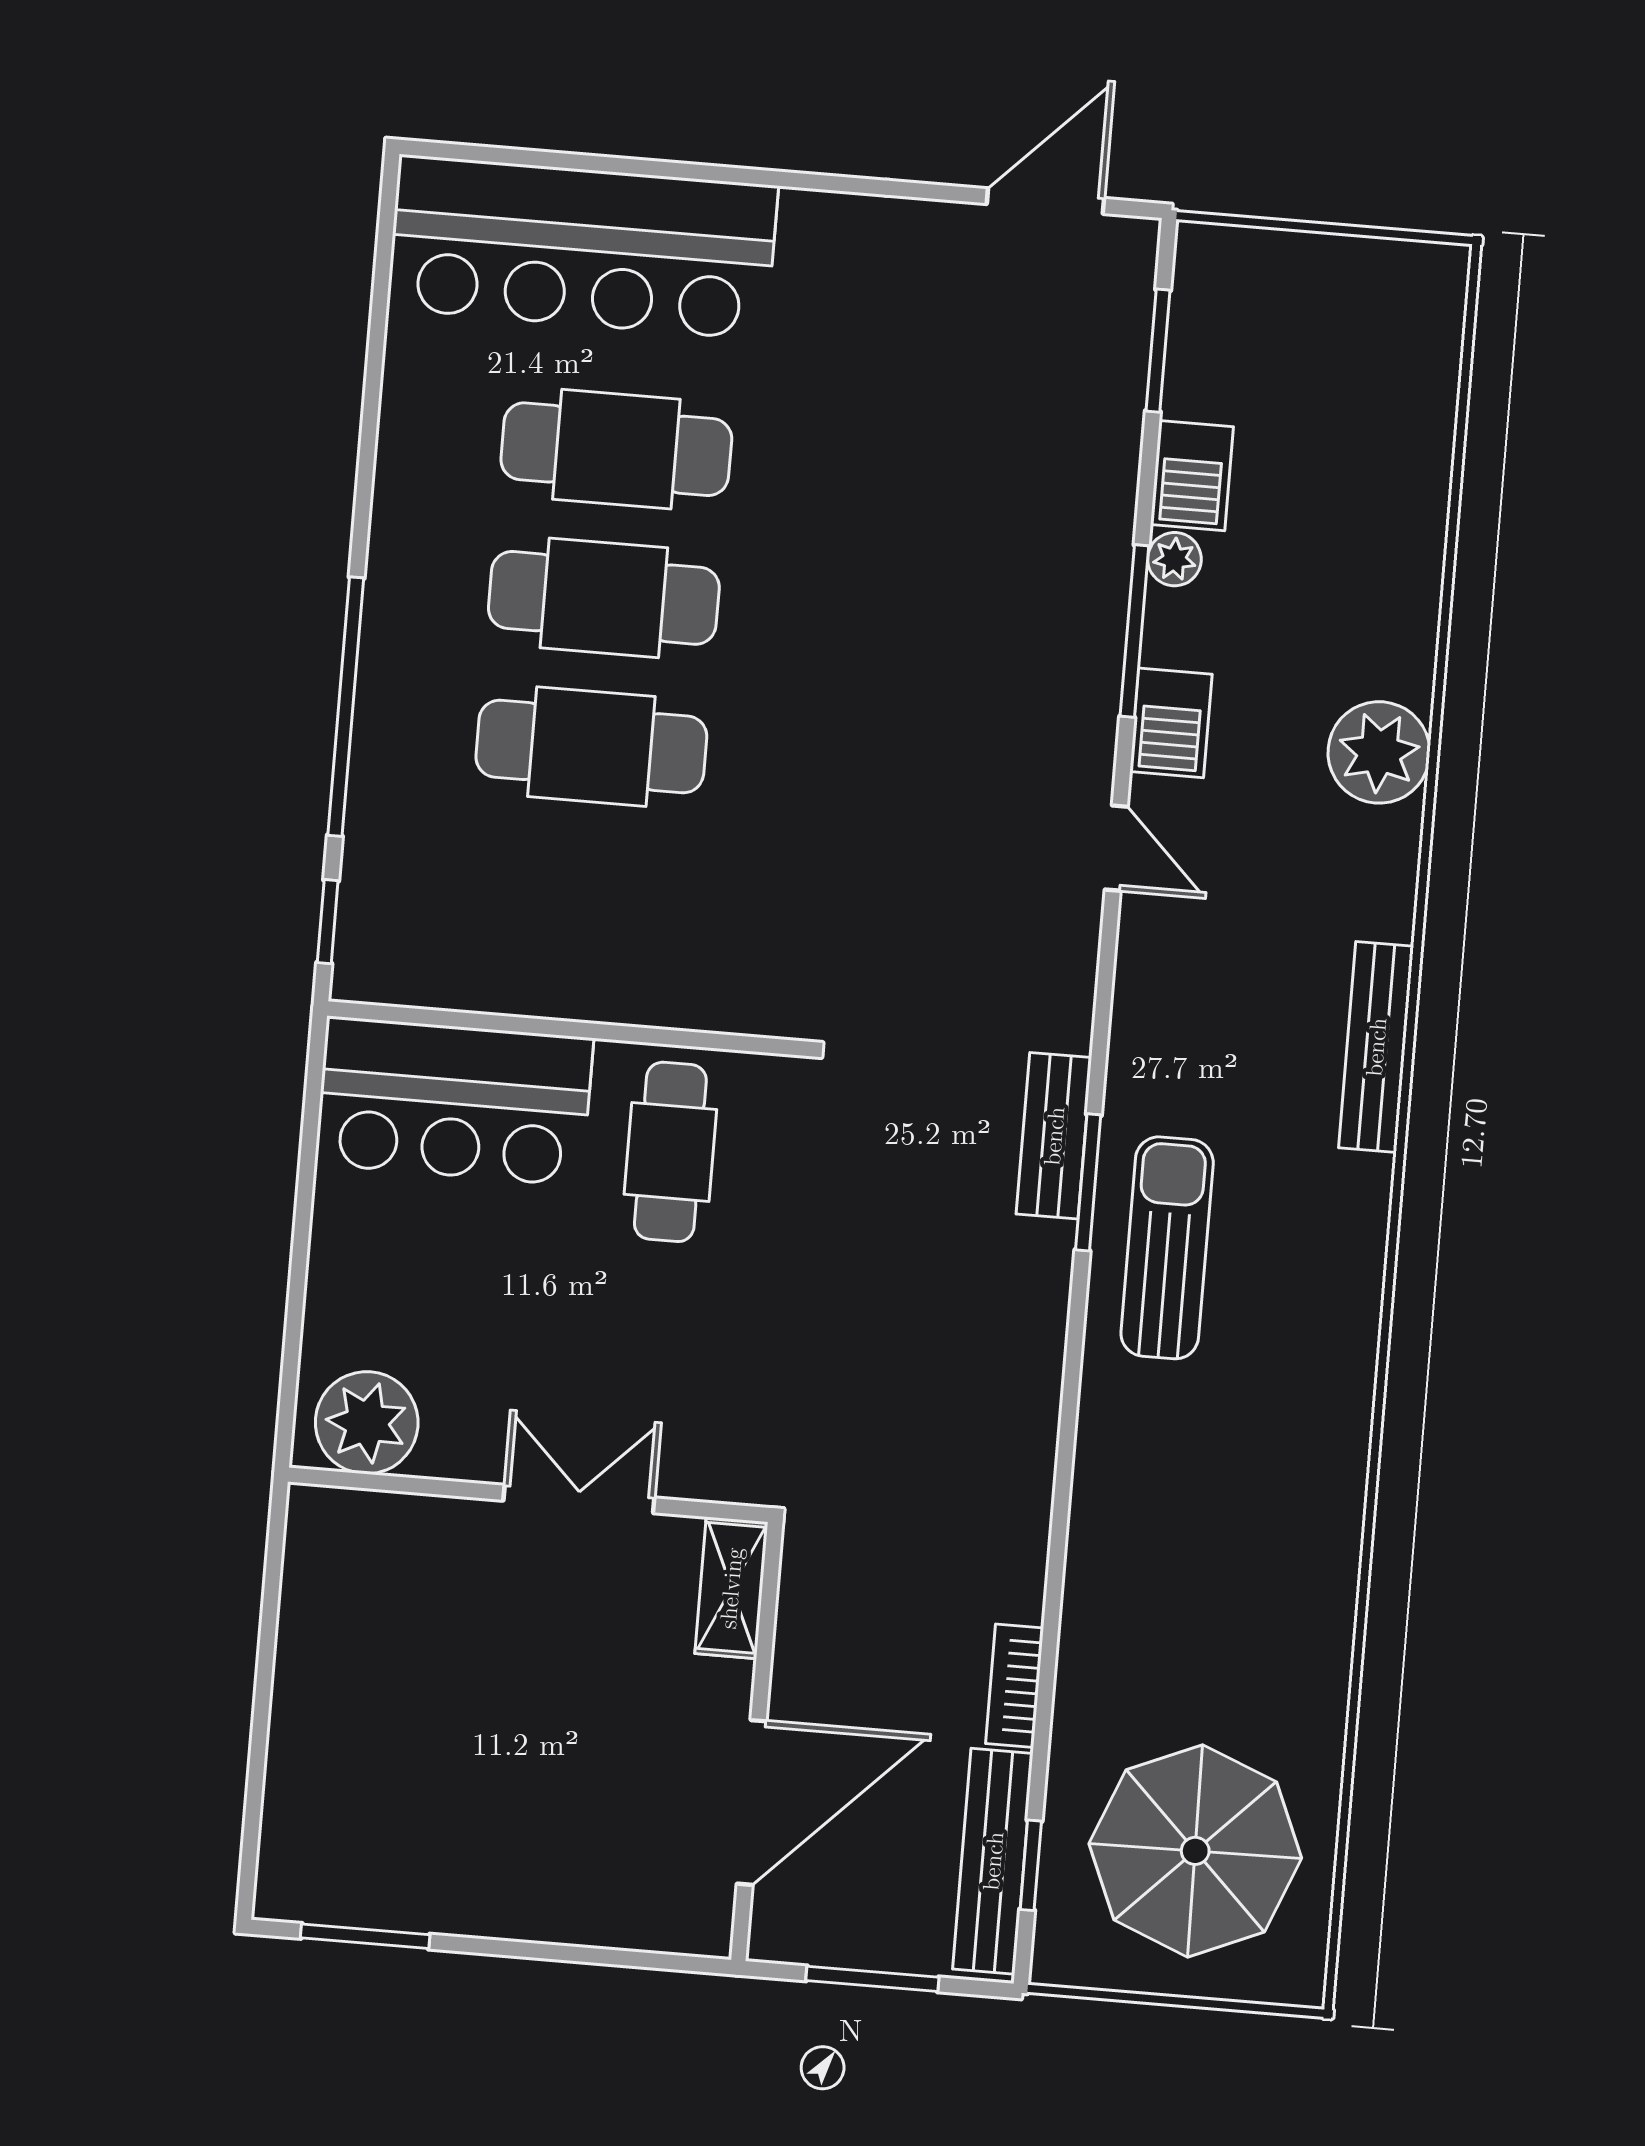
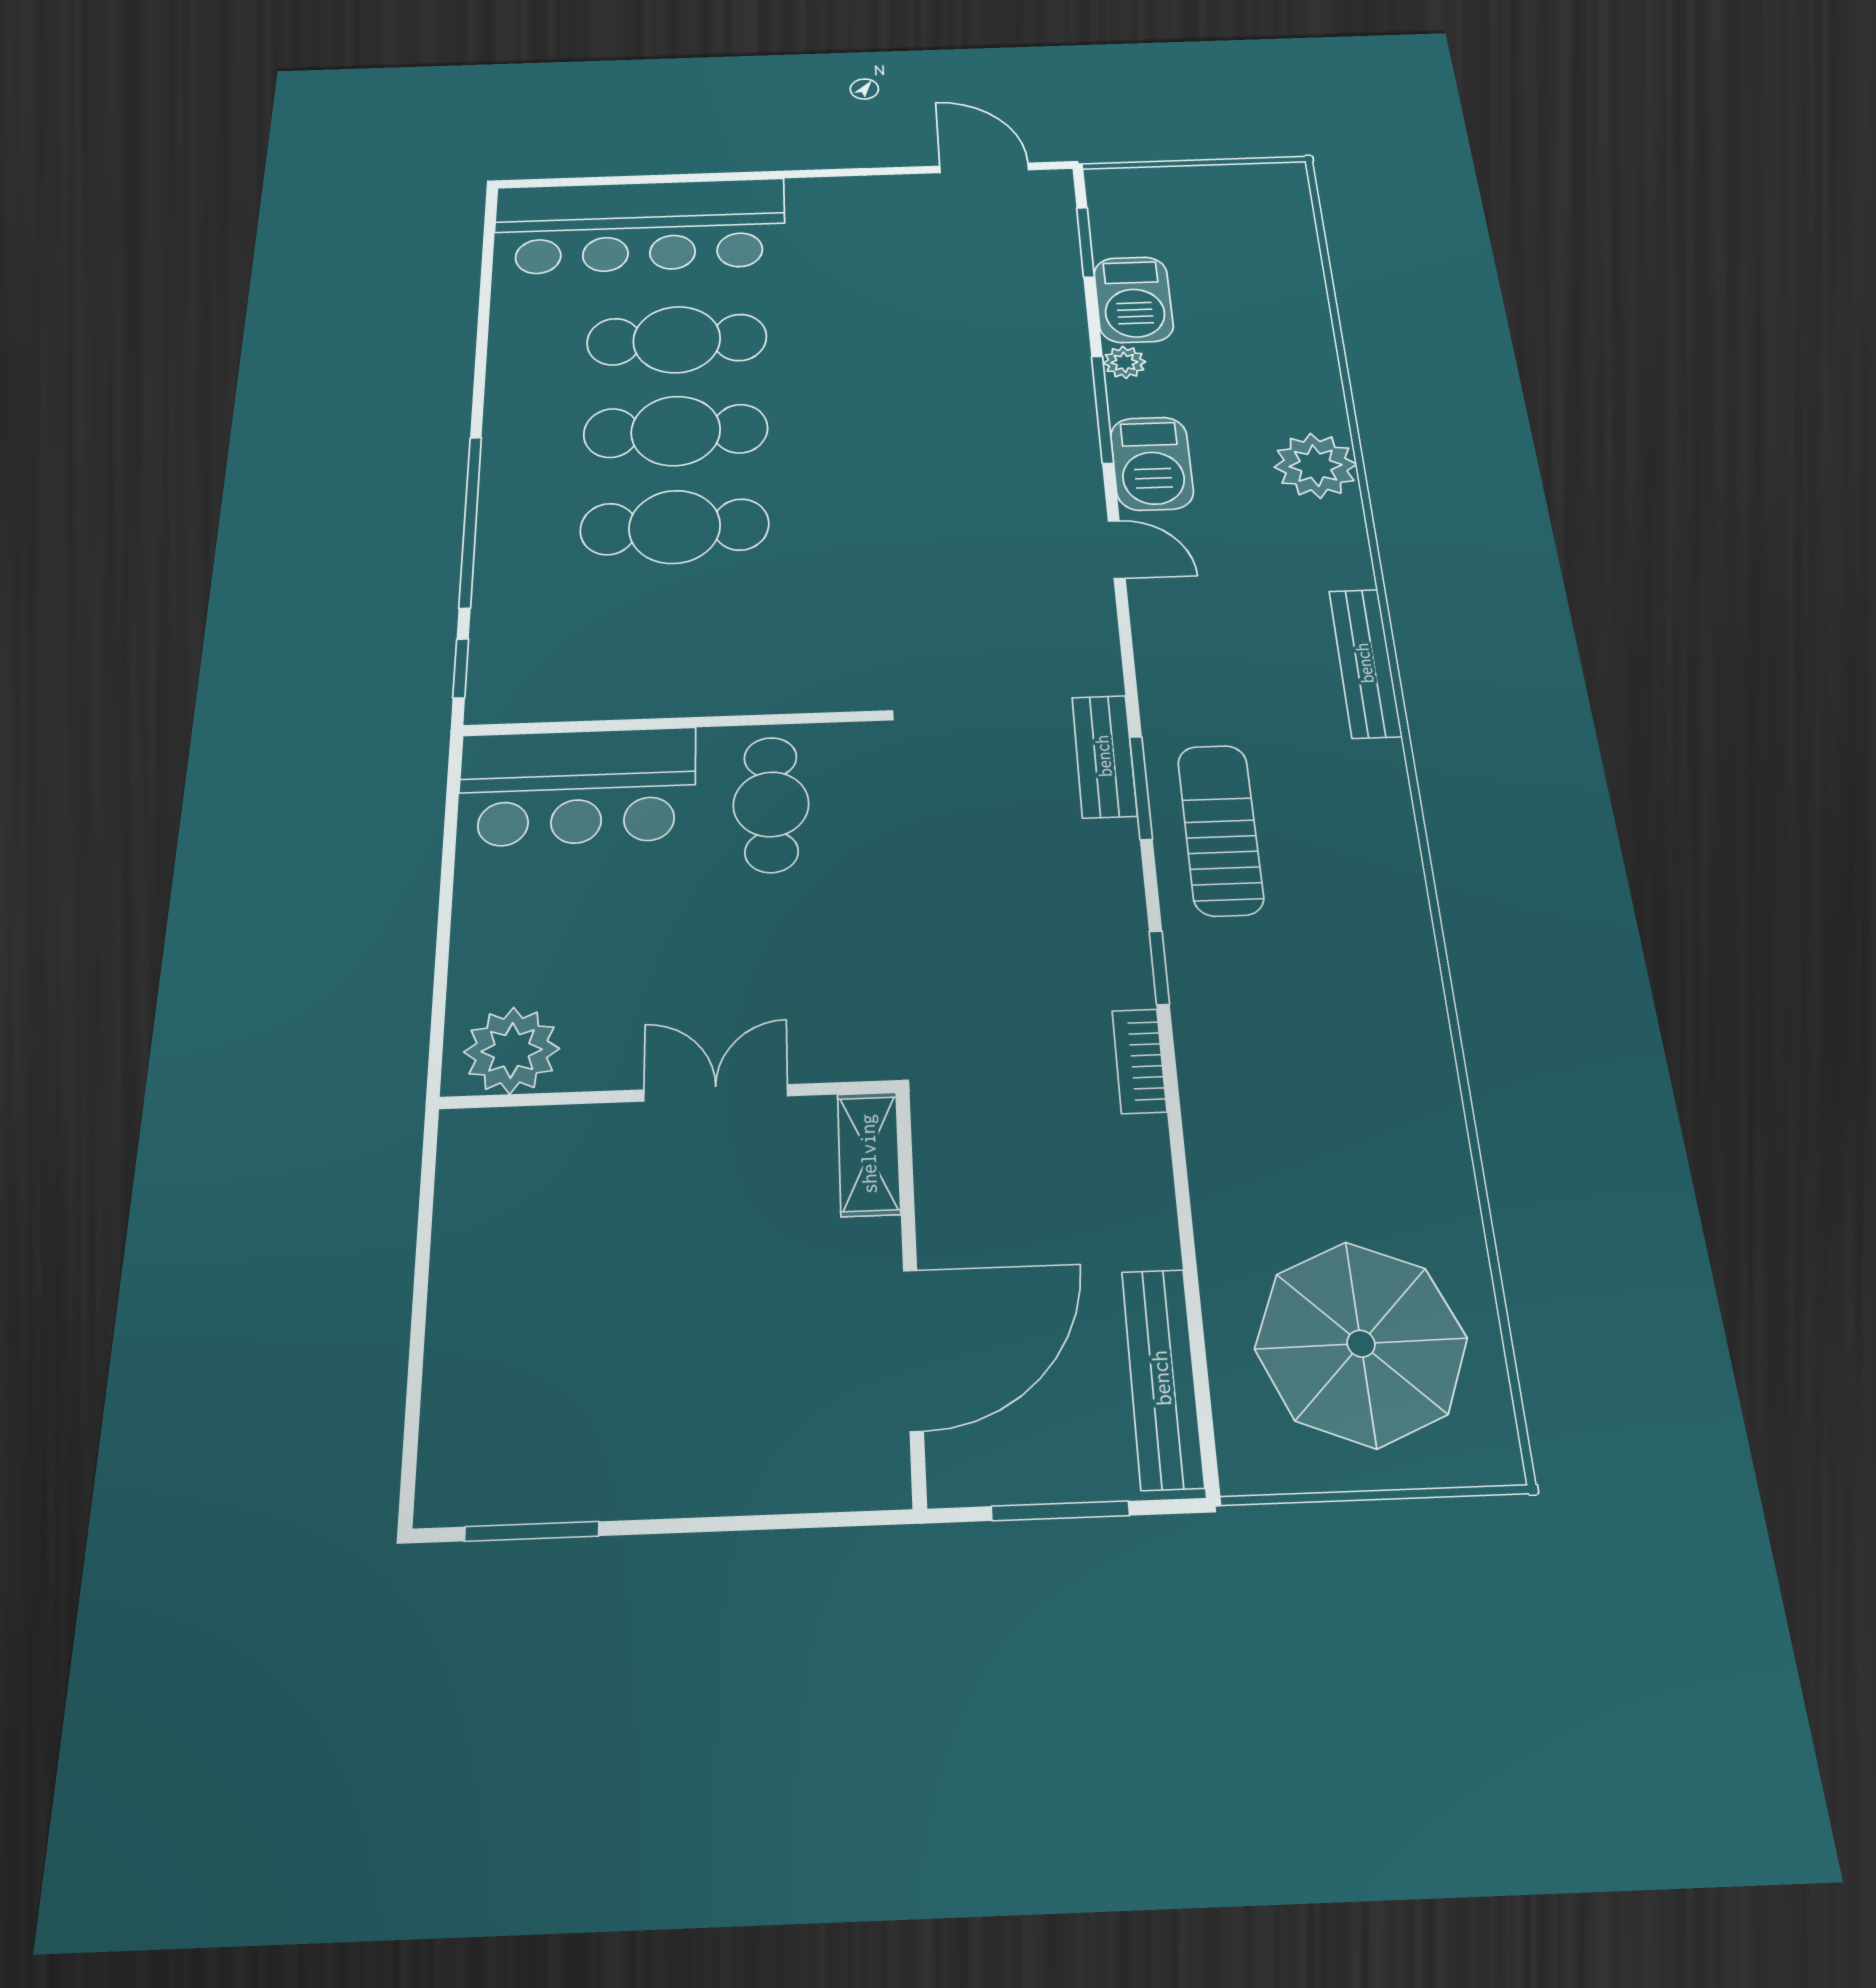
door: (1045, 201) -> (984, 168), hinge flipped
barbecue: (1192, 476) -> (1133, 300), width x1.38, depth x1.27
barbecue: (1171, 723) -> (1152, 463), width x1.38, depth x1.27
bookcase: (1015, 1686) -> (1139, 1061), moved
window: (1031, 1865) -> (1159, 968), moved

